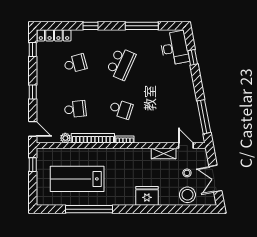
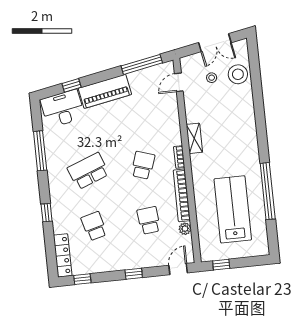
school desk: (121, 64) -> (88, 171), turned -45
piano: (185, 84) -> (105, 91), added
shelving: (164, 154) -> (194, 138), moved
lab bench: (77, 179) -> (233, 209), turned 180
fridge: (147, 196) -> (244, 123), removed

